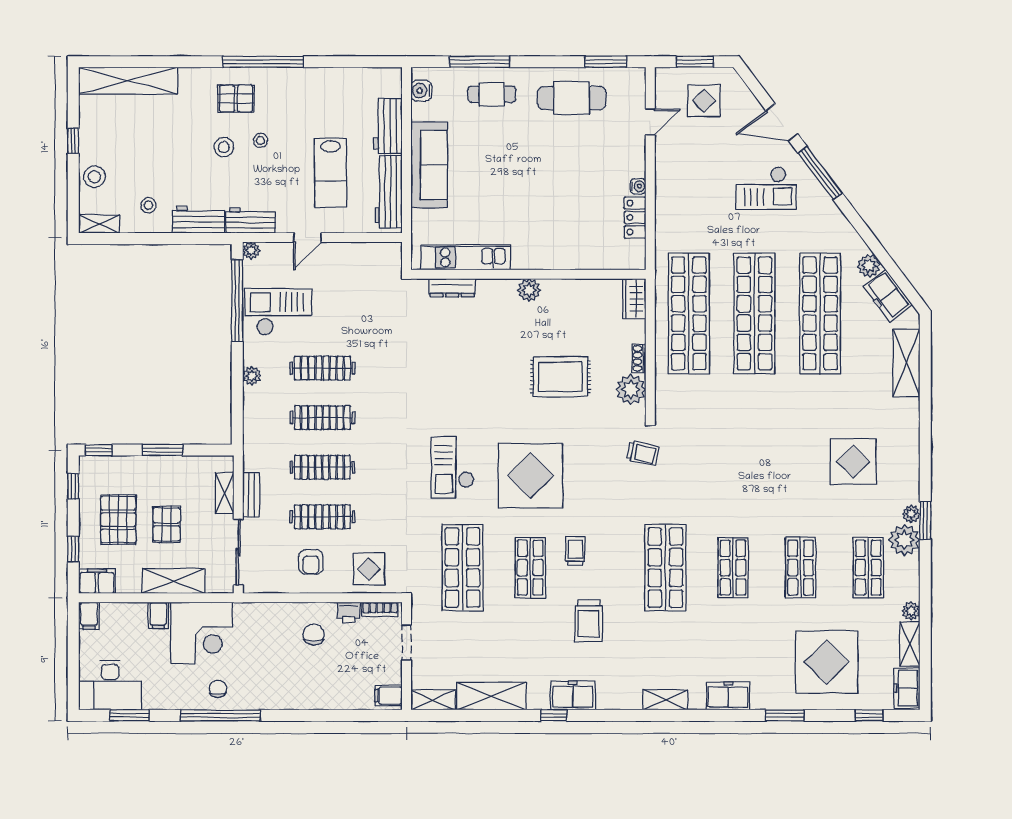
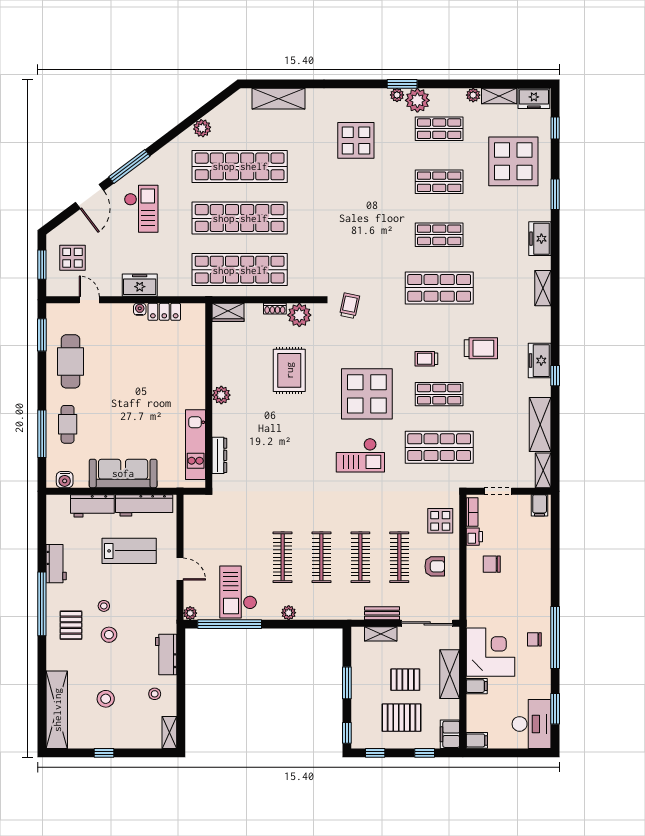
stool: (95, 177) -> (106, 699), moved
workbench: (251, 221) -> (56, 564), moved, turned 180
freezer: (888, 296) -> (140, 285), moved, turned -143

